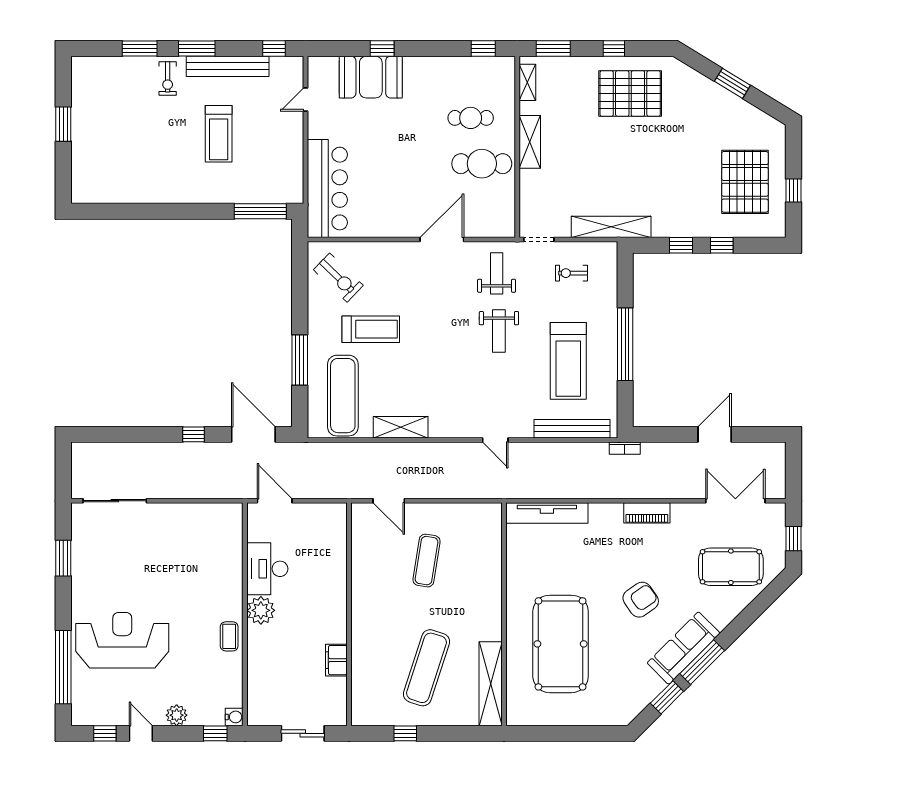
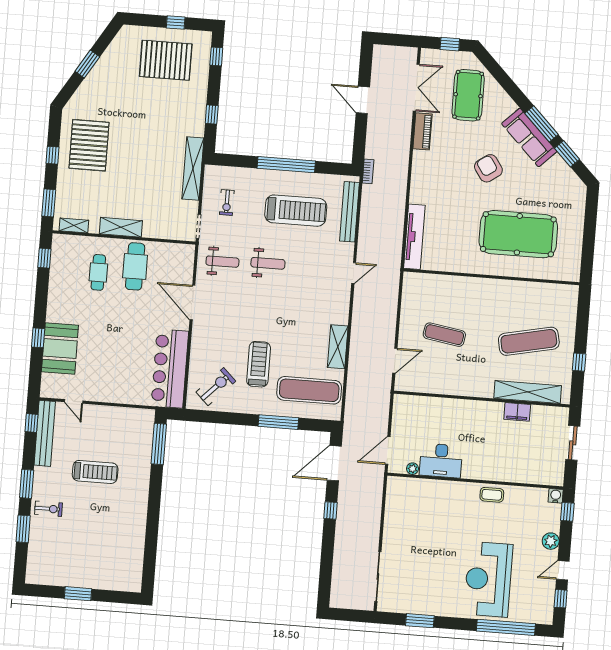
bench: (228, 66) -> (45, 433), moved
bar counter: (327, 189) -> (170, 369), moved, turned -90
window: (722, 245) -> (216, 56), moved
weight bench: (497, 273) -> (222, 262), turned 180
double door: (735, 501) -> (416, 88), swing flipped
piano: (647, 513) -> (422, 131), moved
plant: (261, 610) -> (413, 469), moved, width x0.53, depth x0.53
exercise mat: (426, 668) -> (529, 341), turned -30
shelving: (491, 684) -> (528, 392), moved

